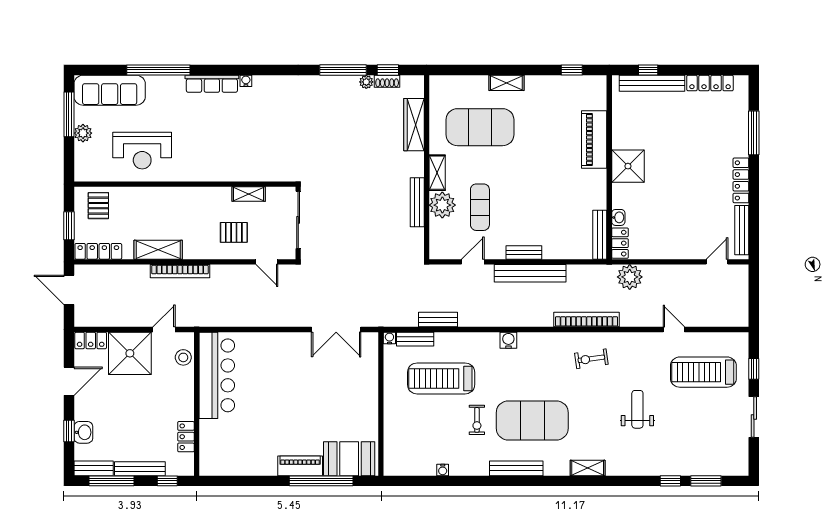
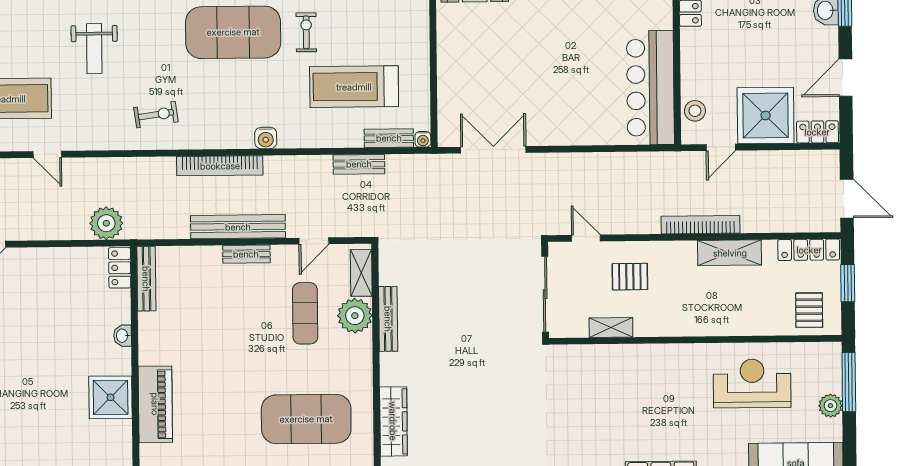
window: (69, 114) -> (849, 382), moved
shower: (628, 166) -> (111, 397), moved
shelving: (437, 173) -> (361, 273), moved
washbasin: (618, 217) -> (123, 336), moved
bookcase: (586, 320) -> (220, 166), moved
treadmill: (441, 378) -> (354, 87), turned 180

